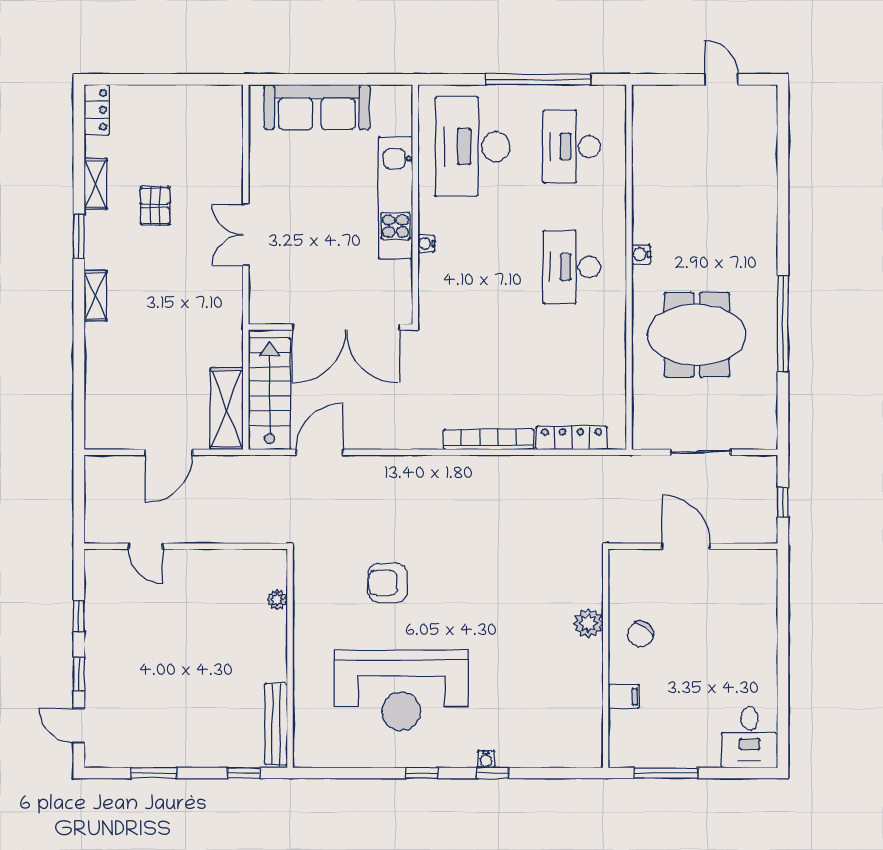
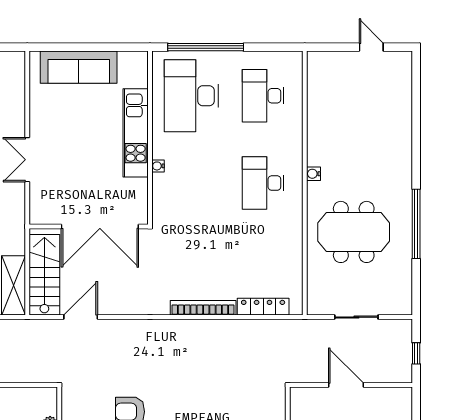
window: (538, 79) -> (206, 47), moved

